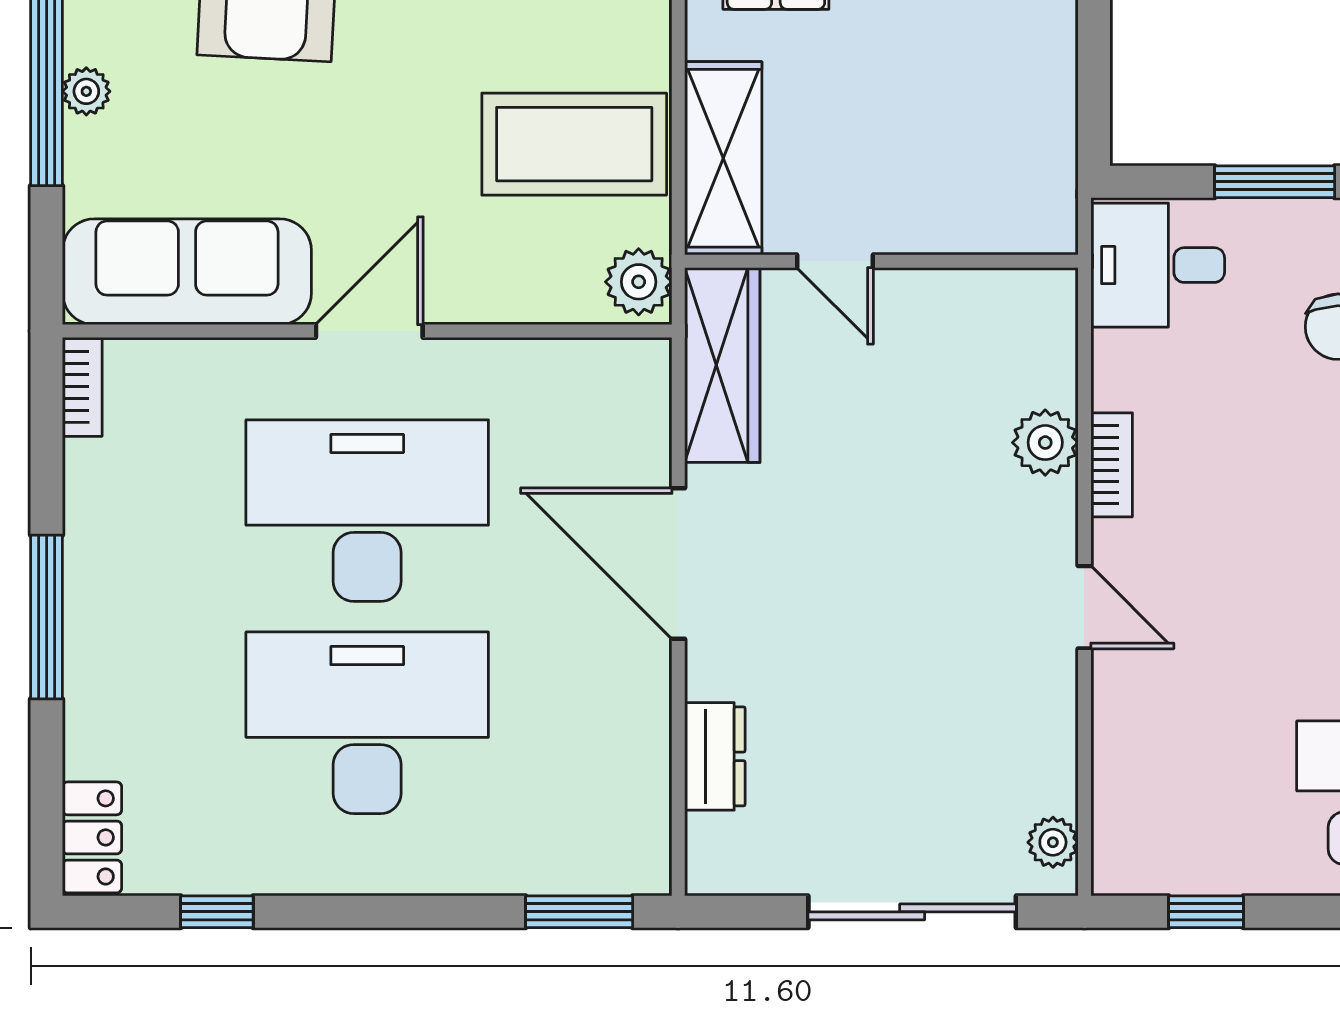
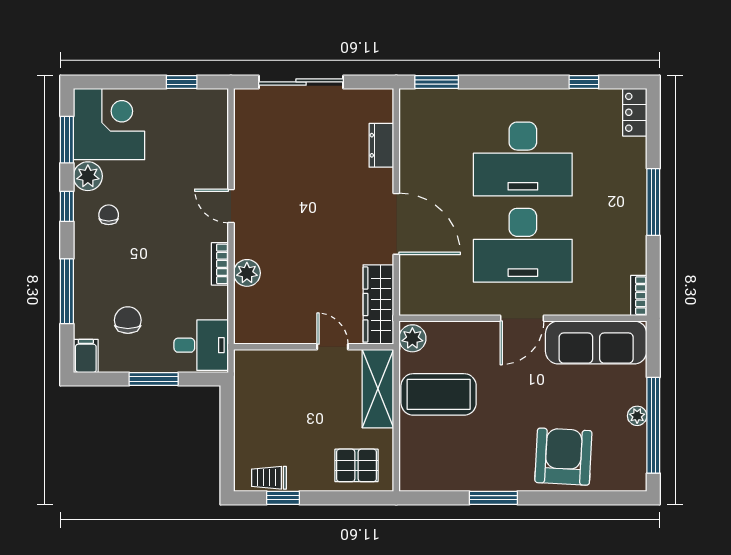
plant: (1053, 842) -> (244, 110), removed

